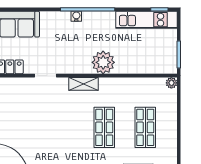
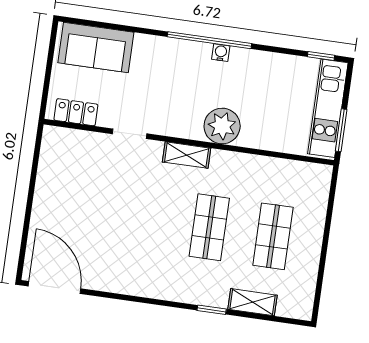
water cooler: (76, 16) -> (221, 53), moved
kitchen unit: (146, 20) -> (328, 108), moved, turned 90
plant: (171, 83) -> (324, 173), removed

